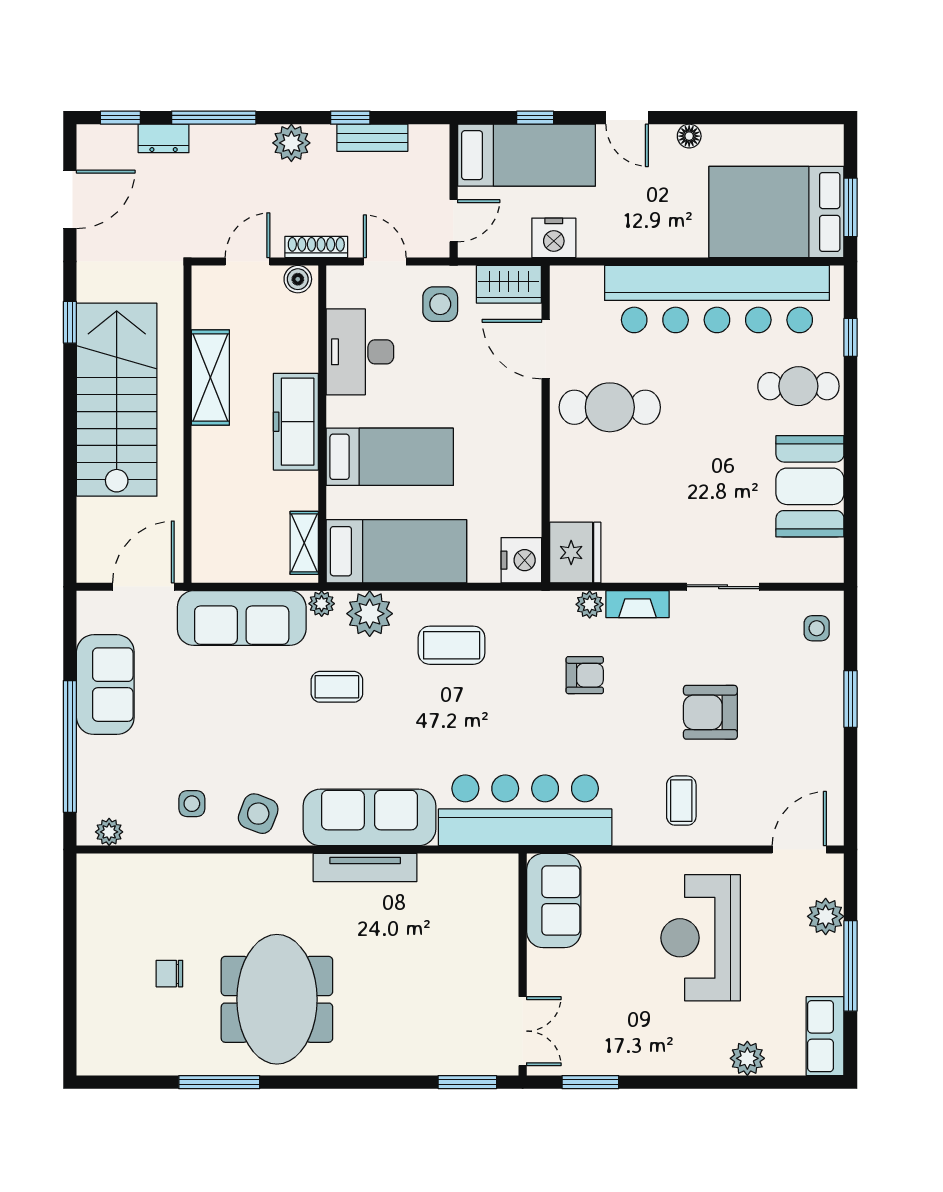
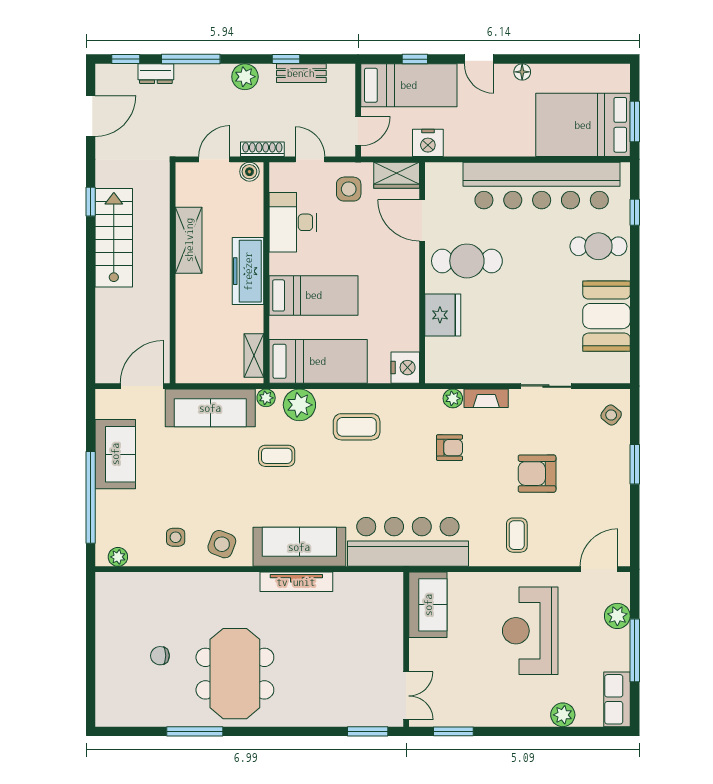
stairs: (117, 400) -> (114, 238), width x0.73, depth x0.66
fridge: (575, 553) -> (443, 315), moved
side table: (817, 628) -> (611, 415), turned 38

